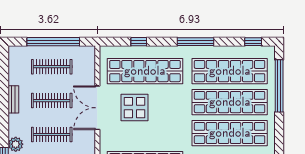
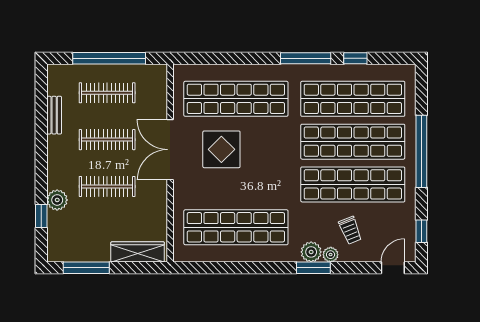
window: (139, 42) -> (227, 58), removed
window: (253, 42) -> (355, 58), moved
window: (279, 86) -> (421, 151), moved
bench: (13, 99) -> (54, 115), moved

